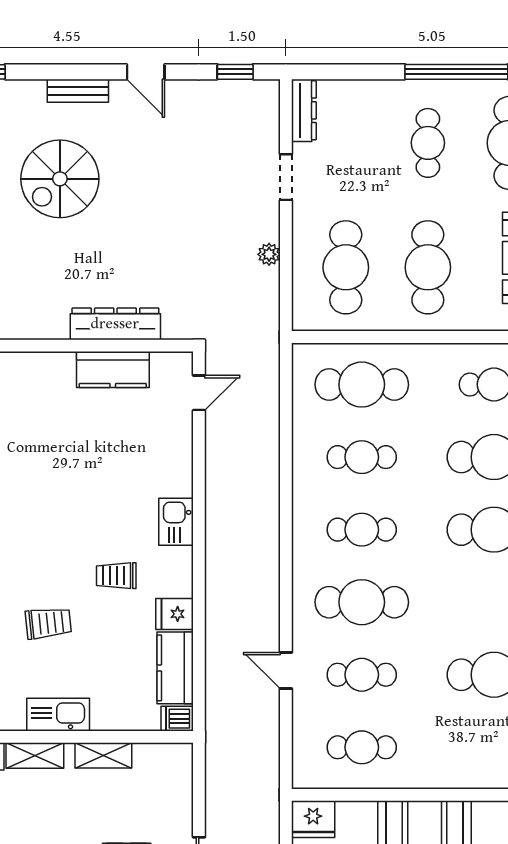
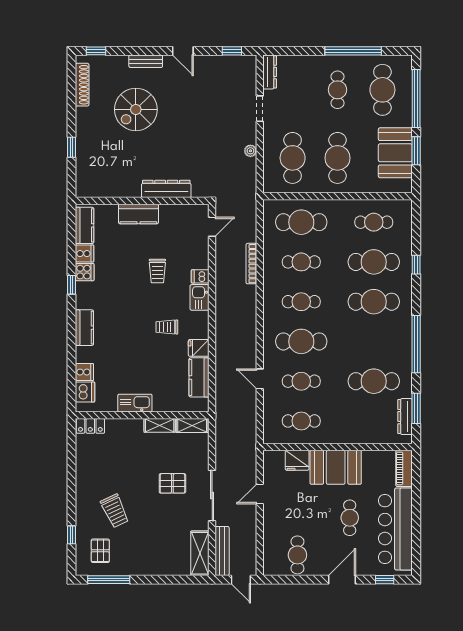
kitchen counter: (113, 370) -> (138, 214), moved
bookcase: (271, 460) -> (251, 264), added
trolley: (48, 623) -> (157, 271), moved, turned 96
dishwasher: (177, 719) -> (200, 276), moved
shelving: (35, 756) -> (192, 426), moved
fridge: (313, 819) -> (297, 460), moved

